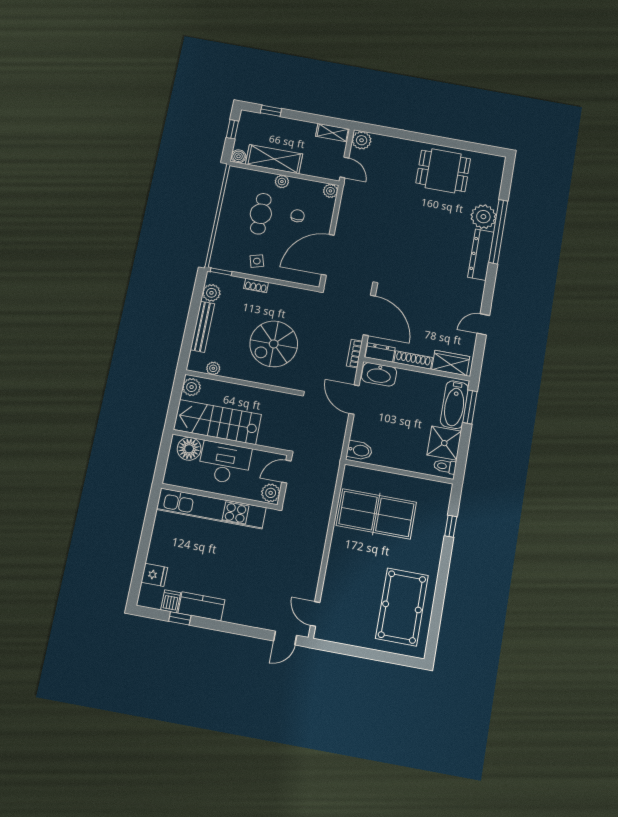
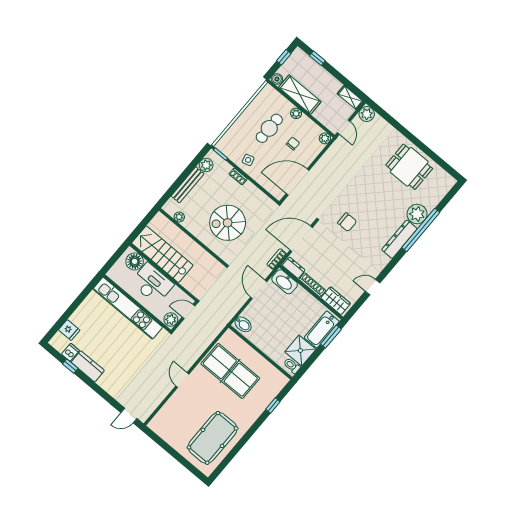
chair: (411, 268) -> (347, 222), added
door: (369, 315) -> (301, 239), swing flipped
plant: (192, 387) -> (158, 222), removed
door: (315, 614) -> (182, 380), moved

